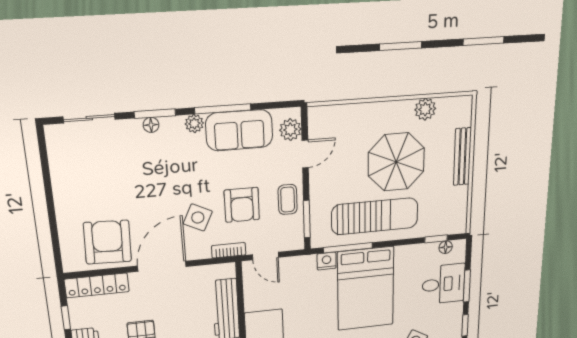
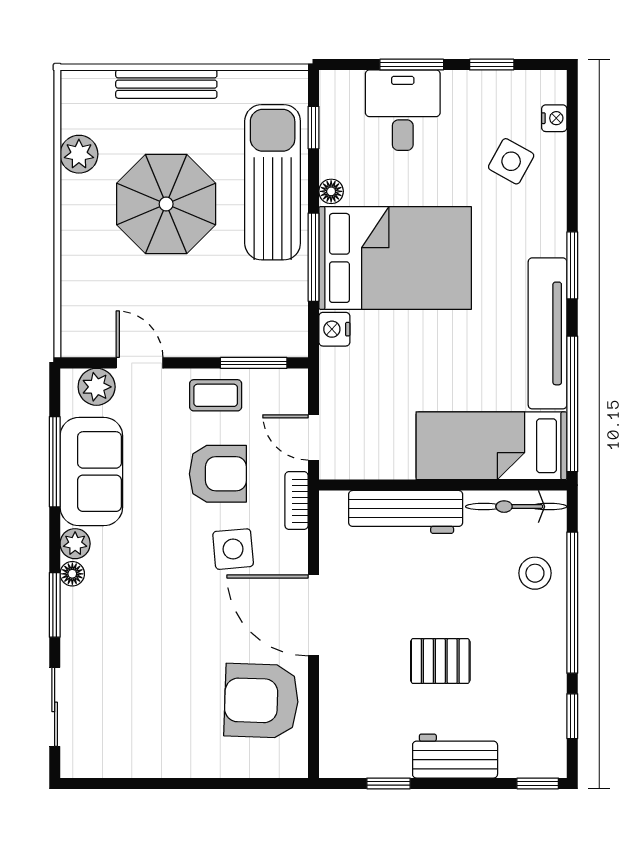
window: (223, 109) -> (55, 462), moved
floor lamp: (151, 125) -> (72, 574), moved
sun lounger: (375, 216) -> (273, 182), moved
side table: (198, 218) -> (233, 549), turned -31
floor lamp: (446, 247) -> (331, 191), moved
window: (348, 248) -> (313, 257), moved
door: (265, 256) -> (313, 437), swing flipped
locker: (97, 285) -> (336, 726), removed

